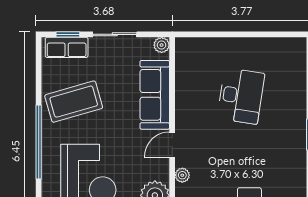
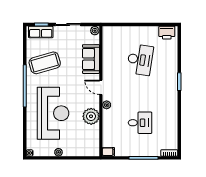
printer: (288, 49) -> (167, 33), added
sofa: (155, 95) -> (91, 59), width x0.73
door: (172, 145) -> (101, 87), hinge flipped

